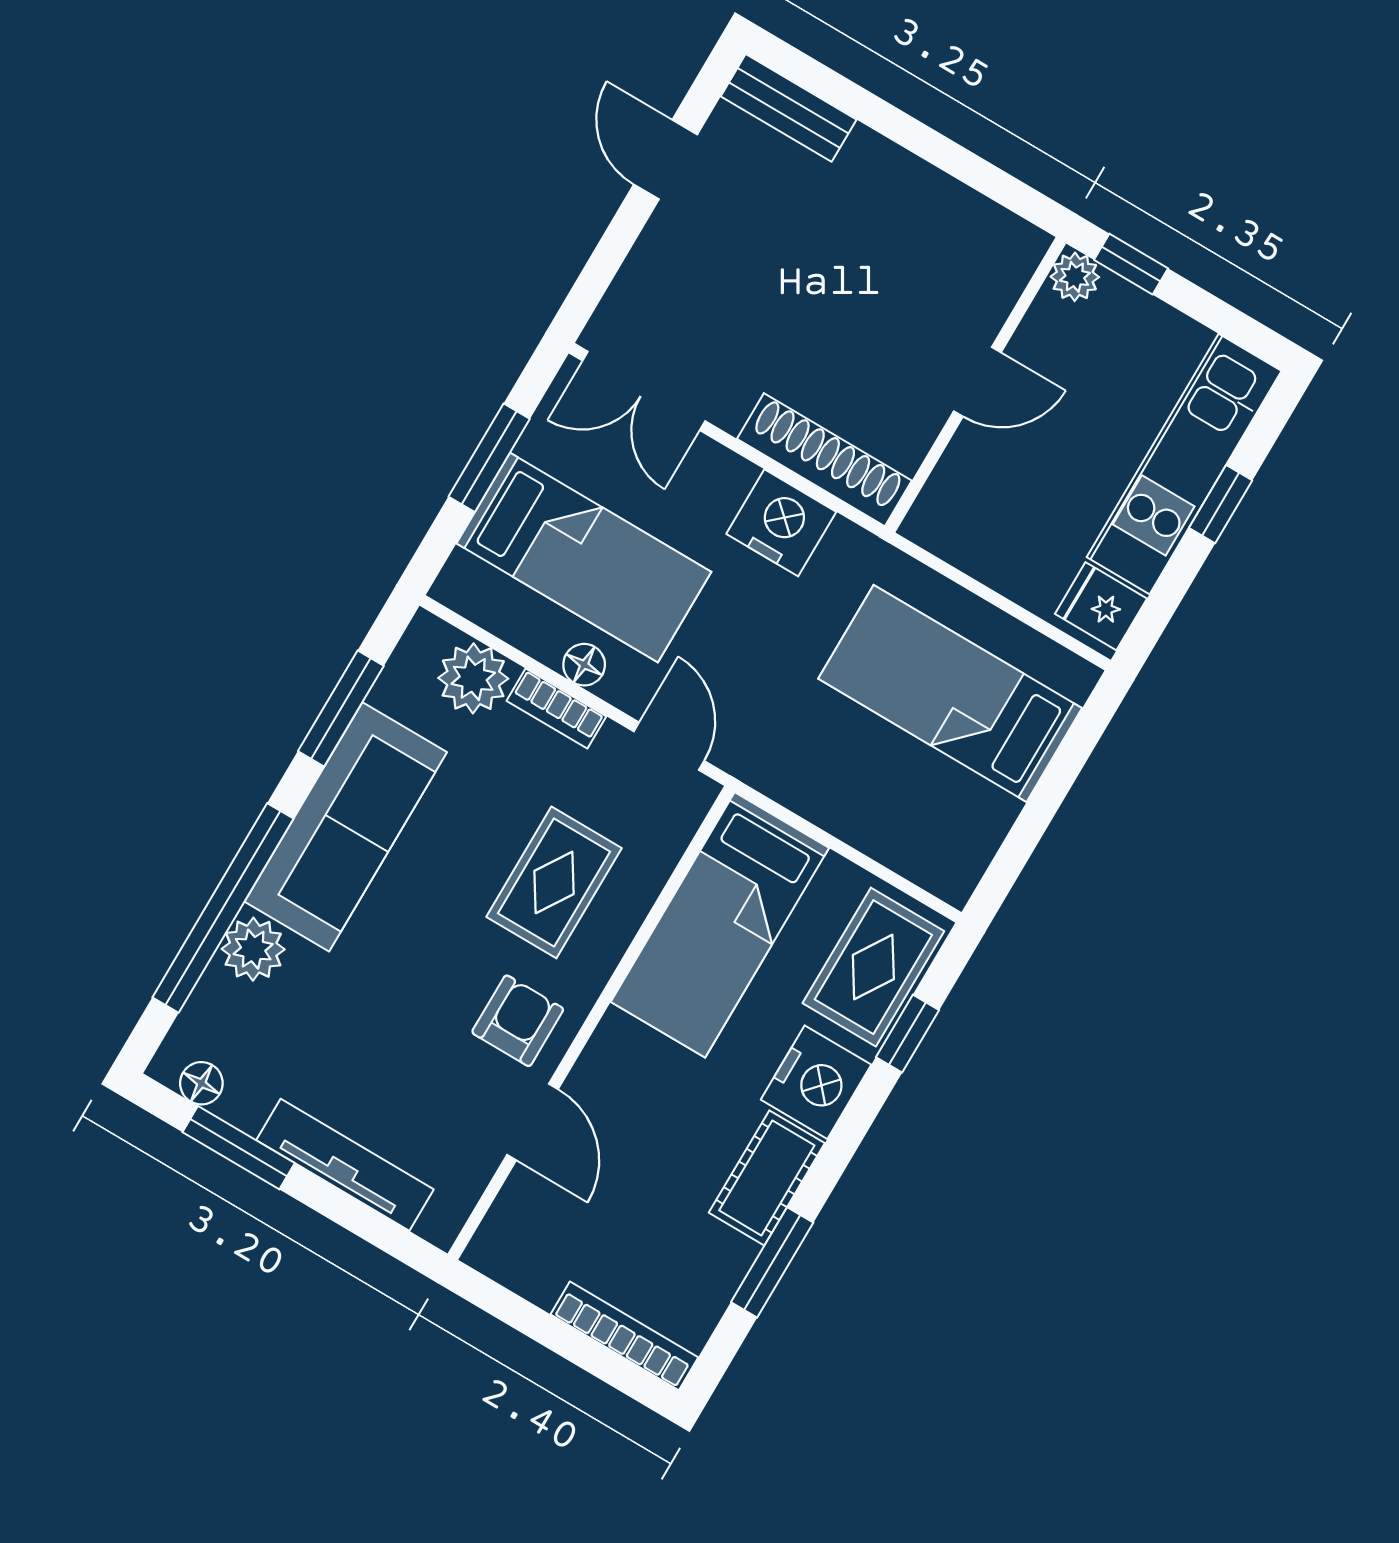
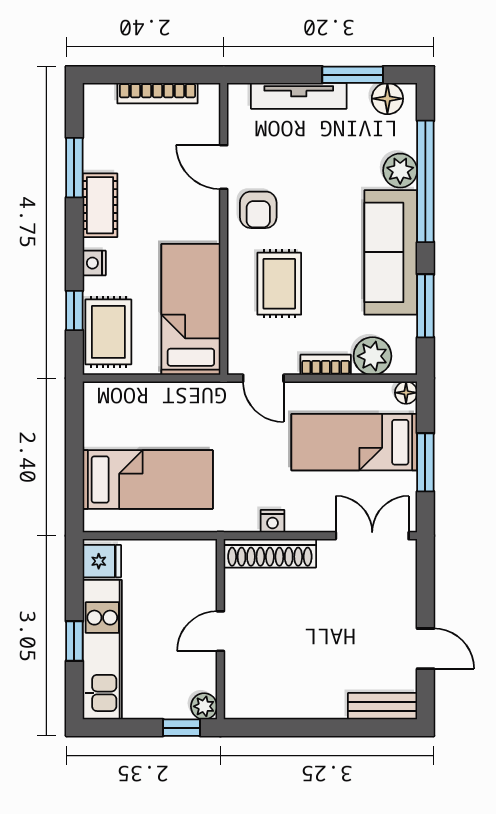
nightstand: (781, 523) -> (272, 521), width x0.53, depth x0.56
floor lamp: (584, 665) -> (406, 393), moved
nightstand: (816, 1082) -> (94, 263), width x0.53, depth x0.56
floor lamp: (201, 1083) -> (387, 99), width x1.37, depth x1.37
bookcase: (624, 1336) -> (157, 93), moved

